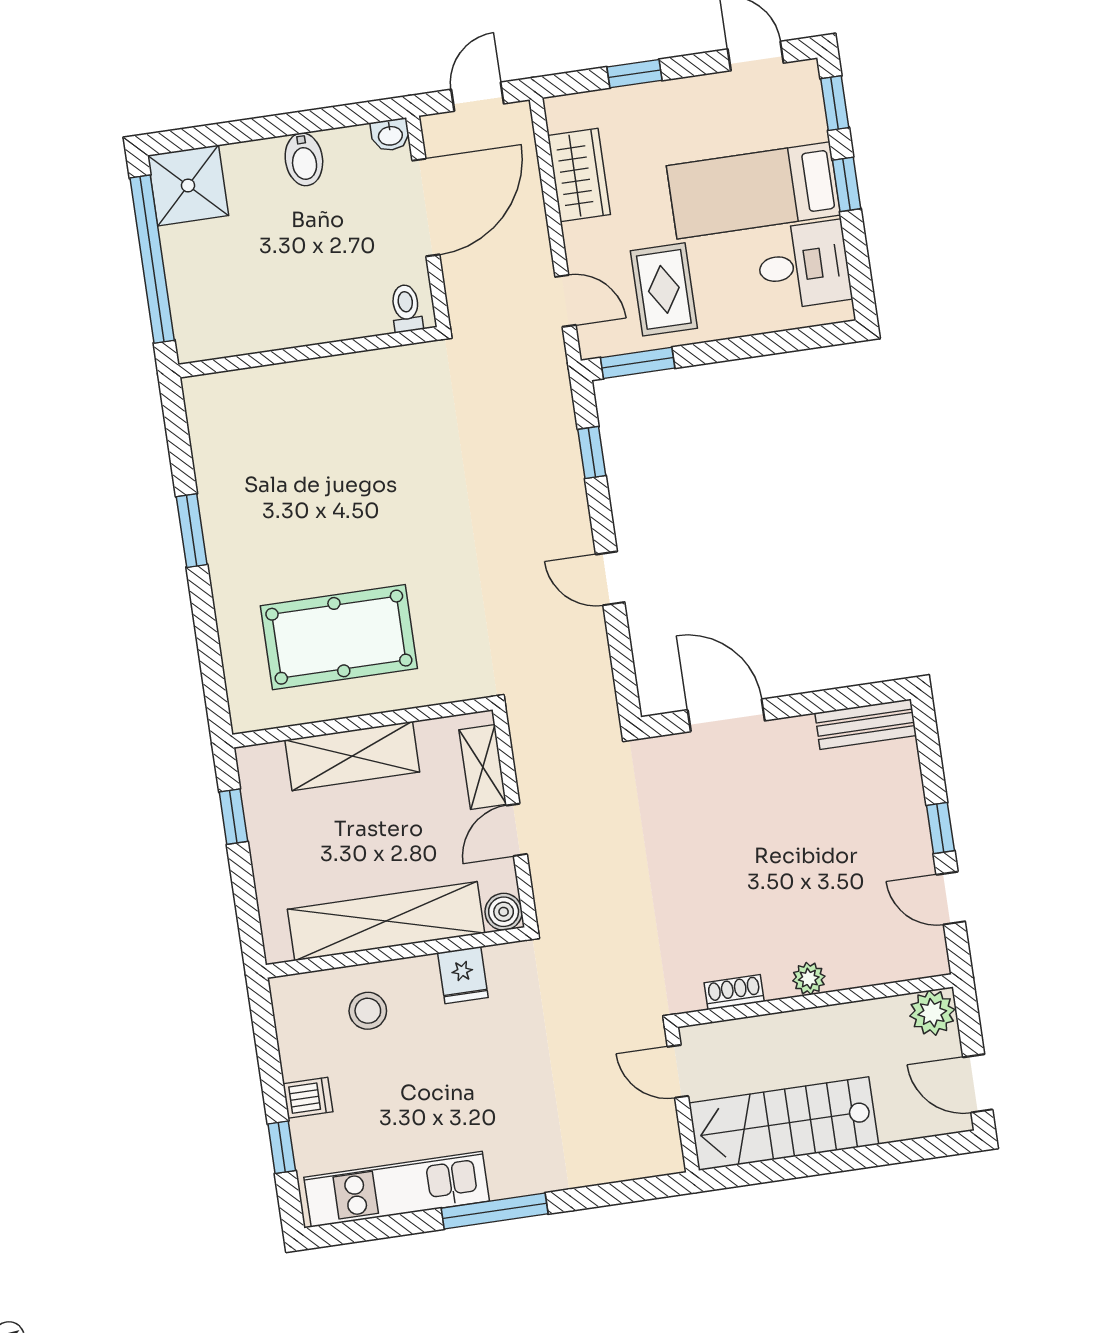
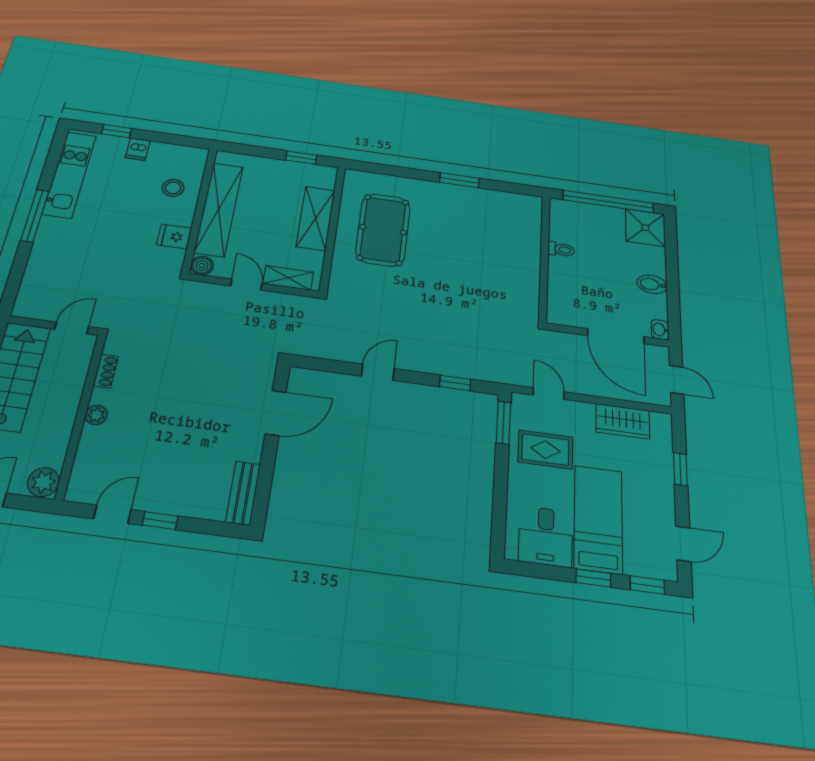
door: (565, 301) -> (549, 393), swing flipped
toilet: (406, 308) -> (561, 250), moved

